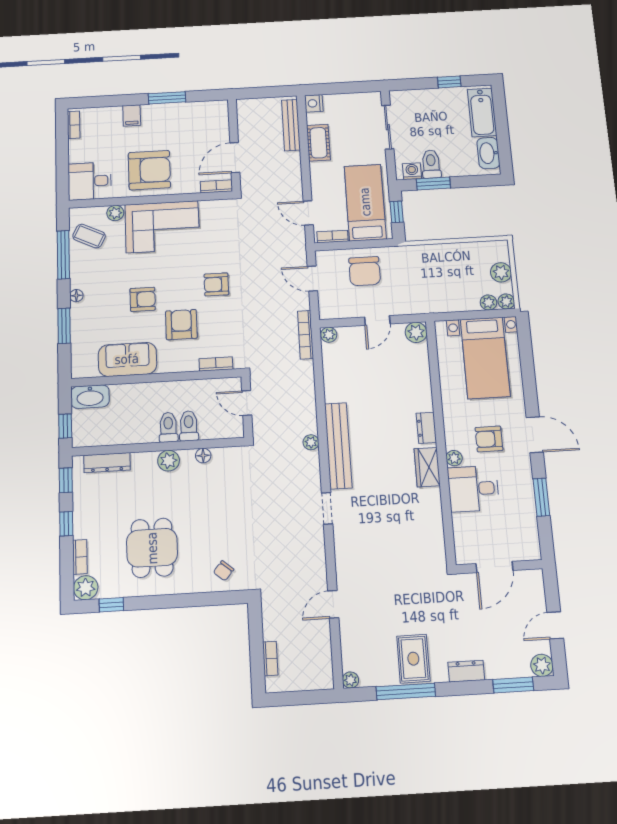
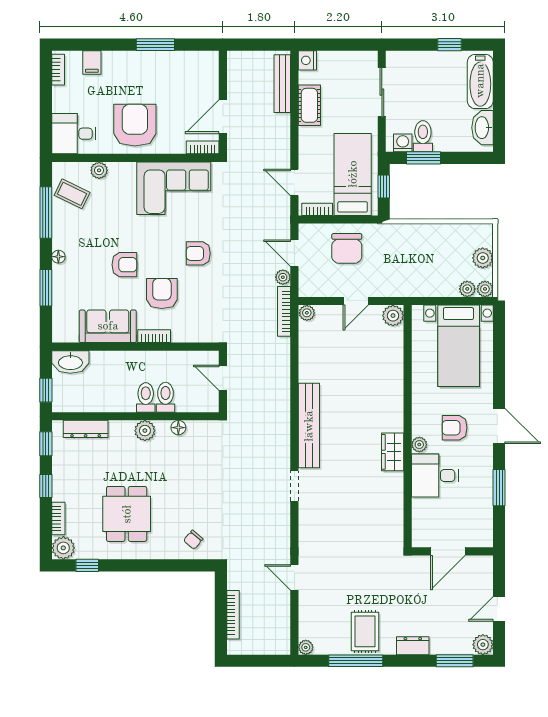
filing cabinet: (132, 115) -> (92, 62), moved
armchair: (149, 170) -> (135, 125), turned -90
corner sofa: (162, 227) -> (174, 188), moved
bookcase: (216, 364) -> (154, 336), moved
dresser: (426, 428) -> (395, 413), removed
plant: (311, 442) -> (283, 277), moved
door: (333, 604) -> (294, 577), hinge flipped
bookcase: (270, 658) -> (233, 615), width x1.56

